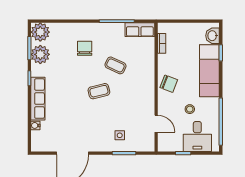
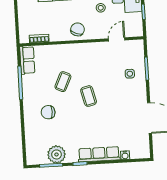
plant: (40, 32) -> (35, 156), removed

